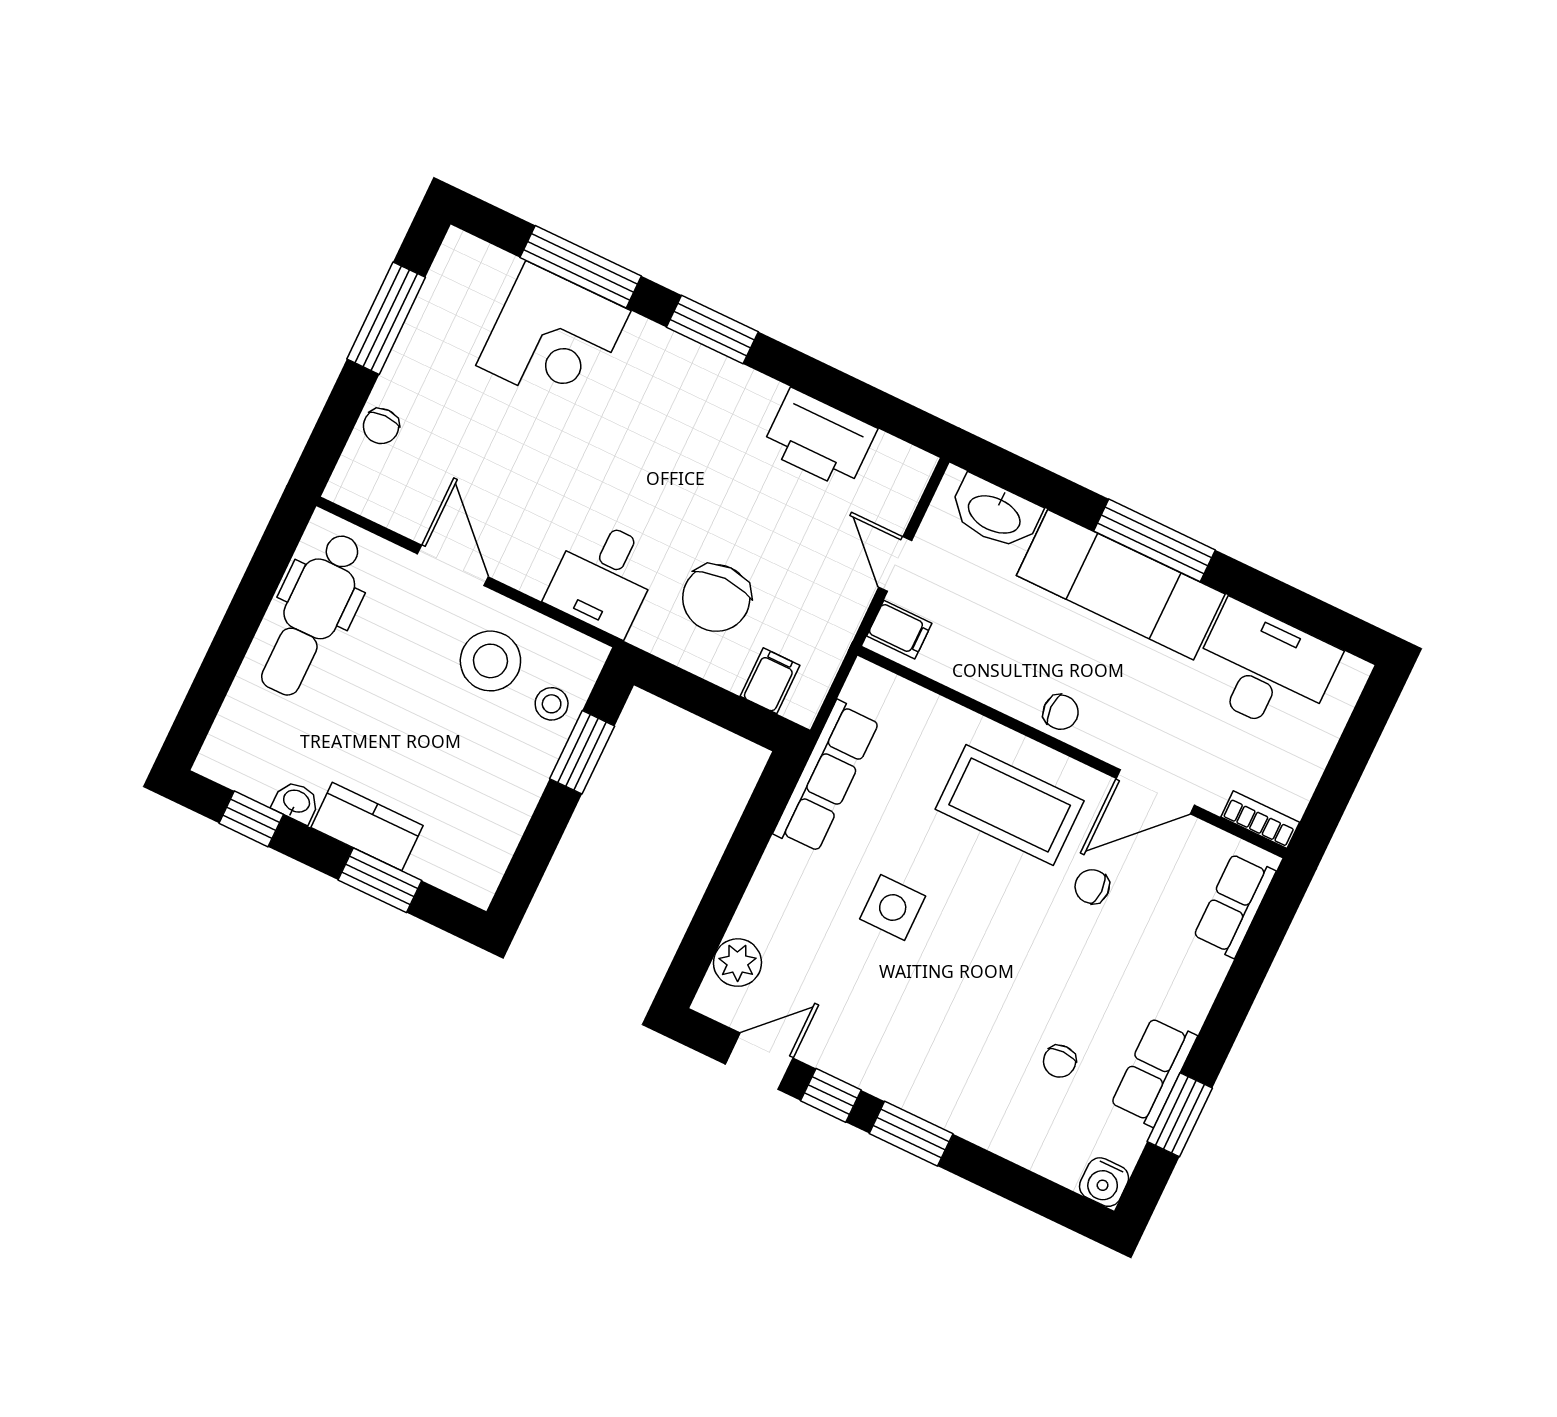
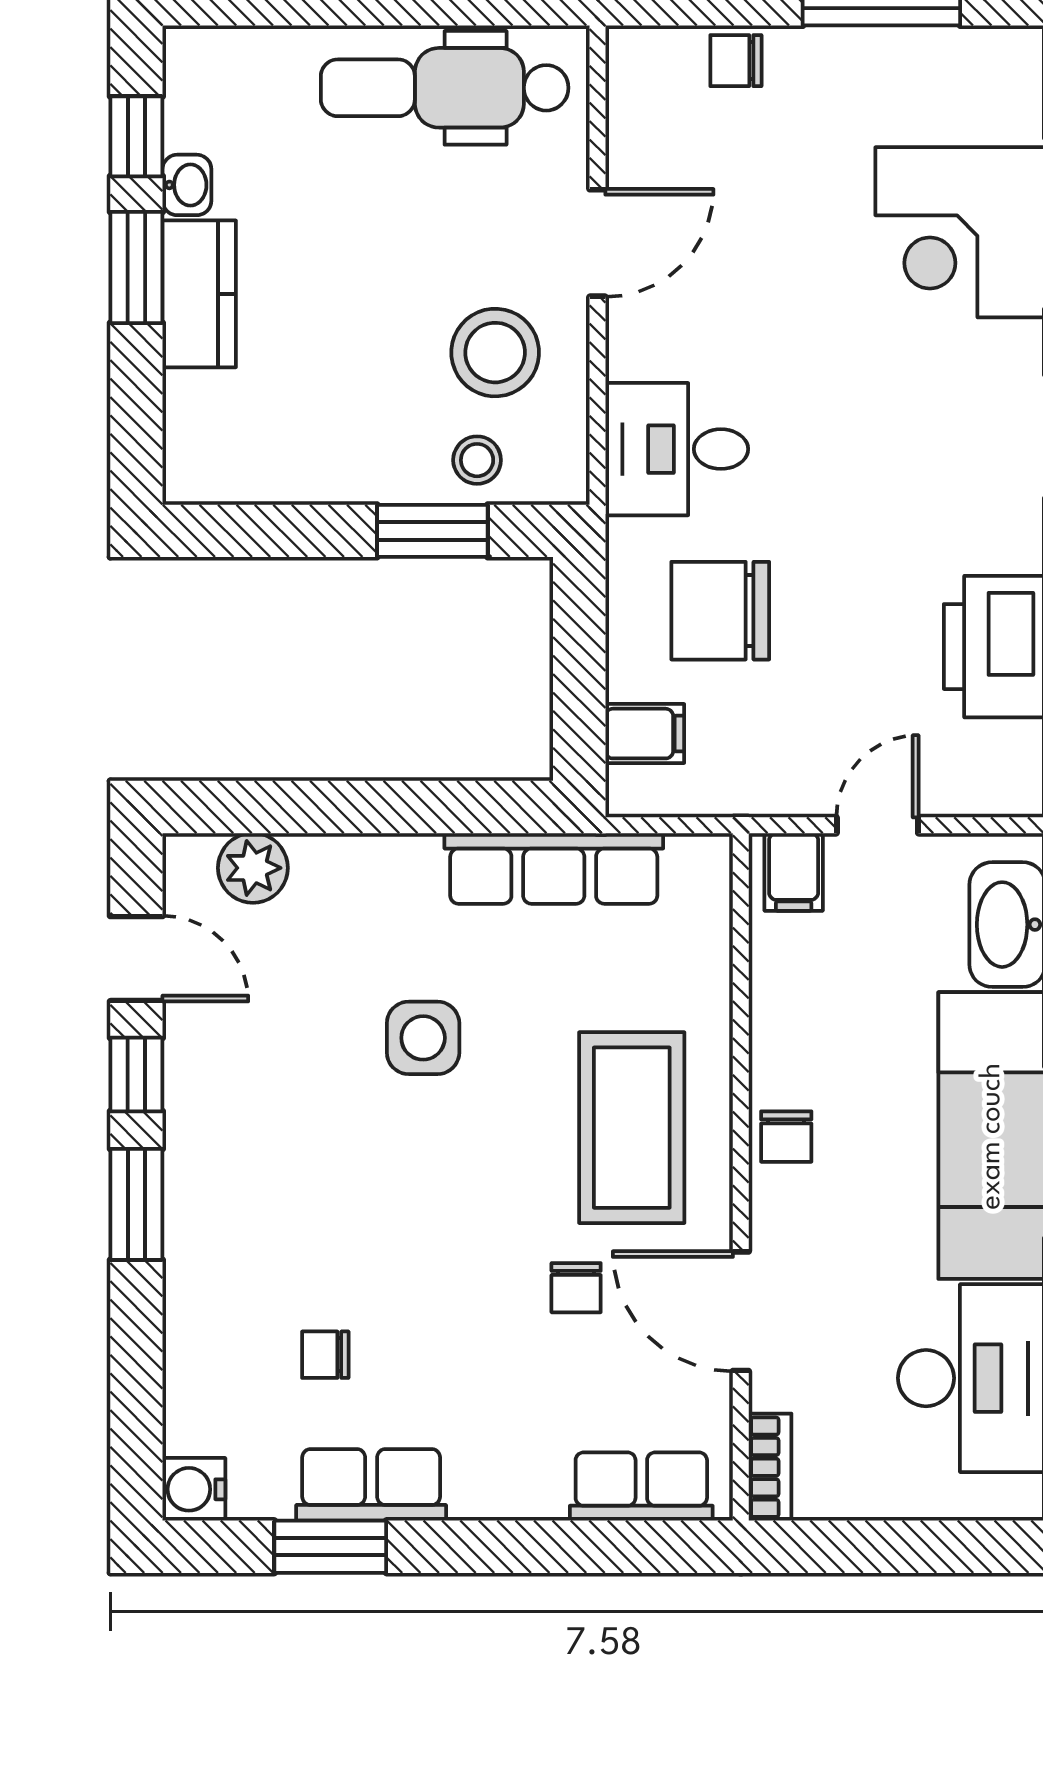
window: (380, 880) -> (136, 267), moved
chair: (1092, 887) -> (576, 1288), turned 180

